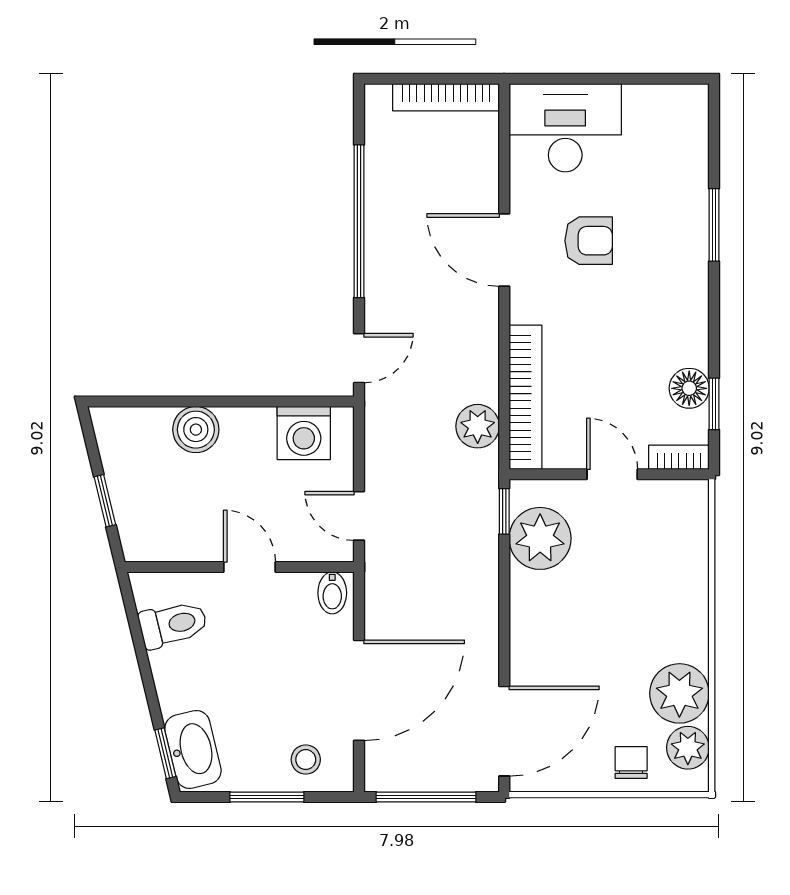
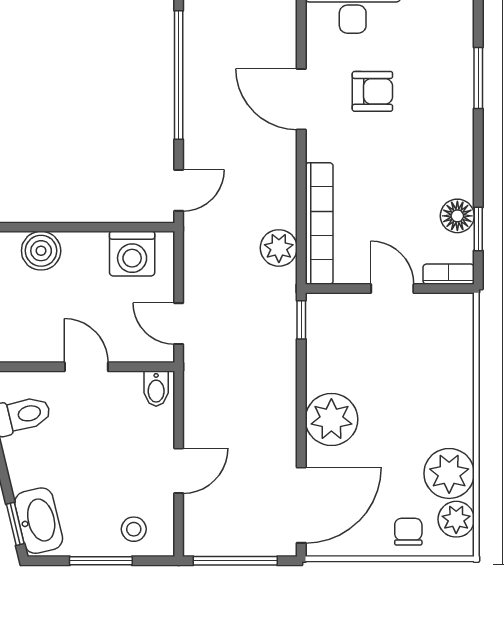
plant: (540, 538) -> (331, 419), moved
door: (359, 690) -> (179, 471), width x0.53

